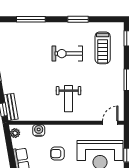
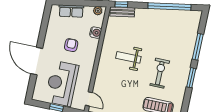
window: (78, 19) -> (191, 78), moved
weight bench: (69, 99) -> (128, 57), moved

